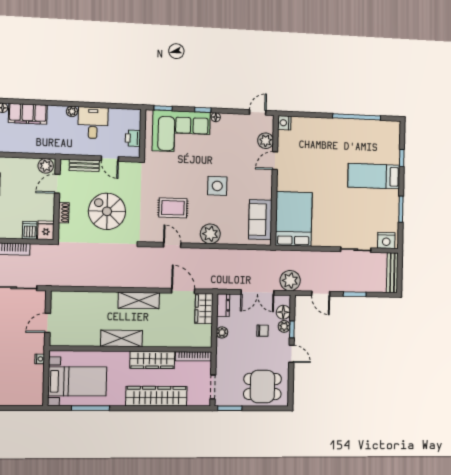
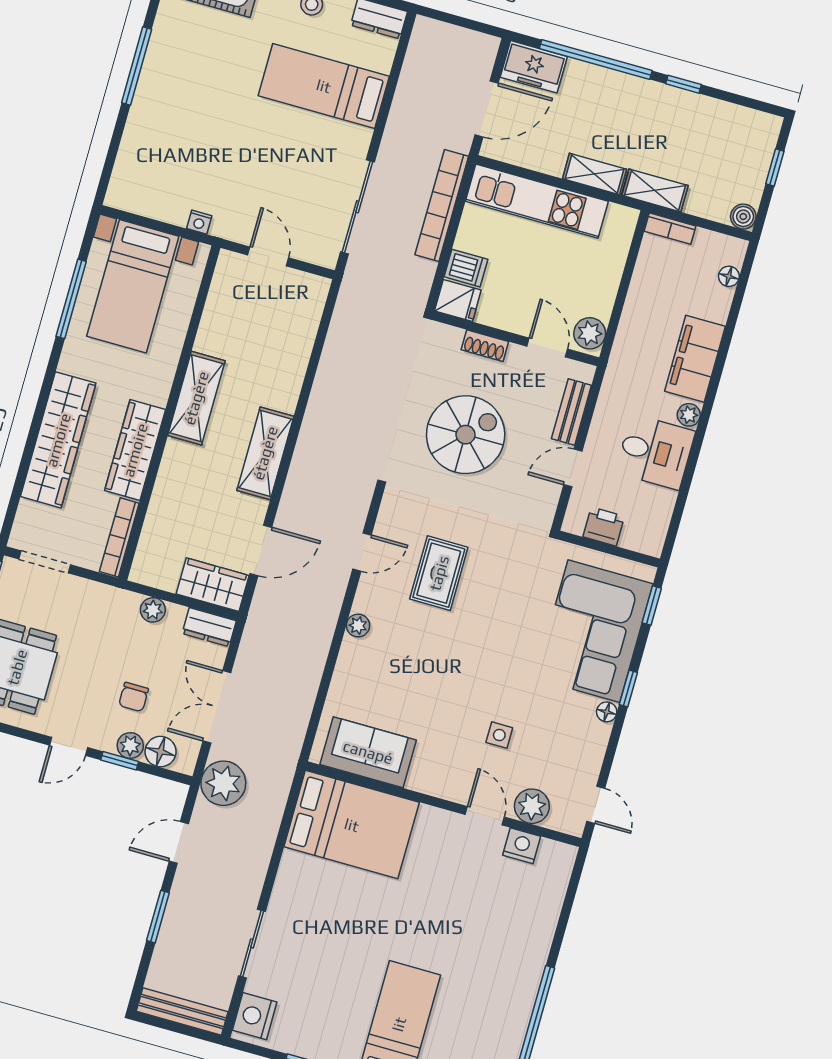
filing cabinet: (28, 114) -> (695, 359), moved
nightstand: (284, 123) -> (522, 846), moved
side table: (217, 186) -> (499, 735), moved, width x0.54, depth x0.54
plant: (210, 234) -> (358, 626), width x0.53, depth x0.53

